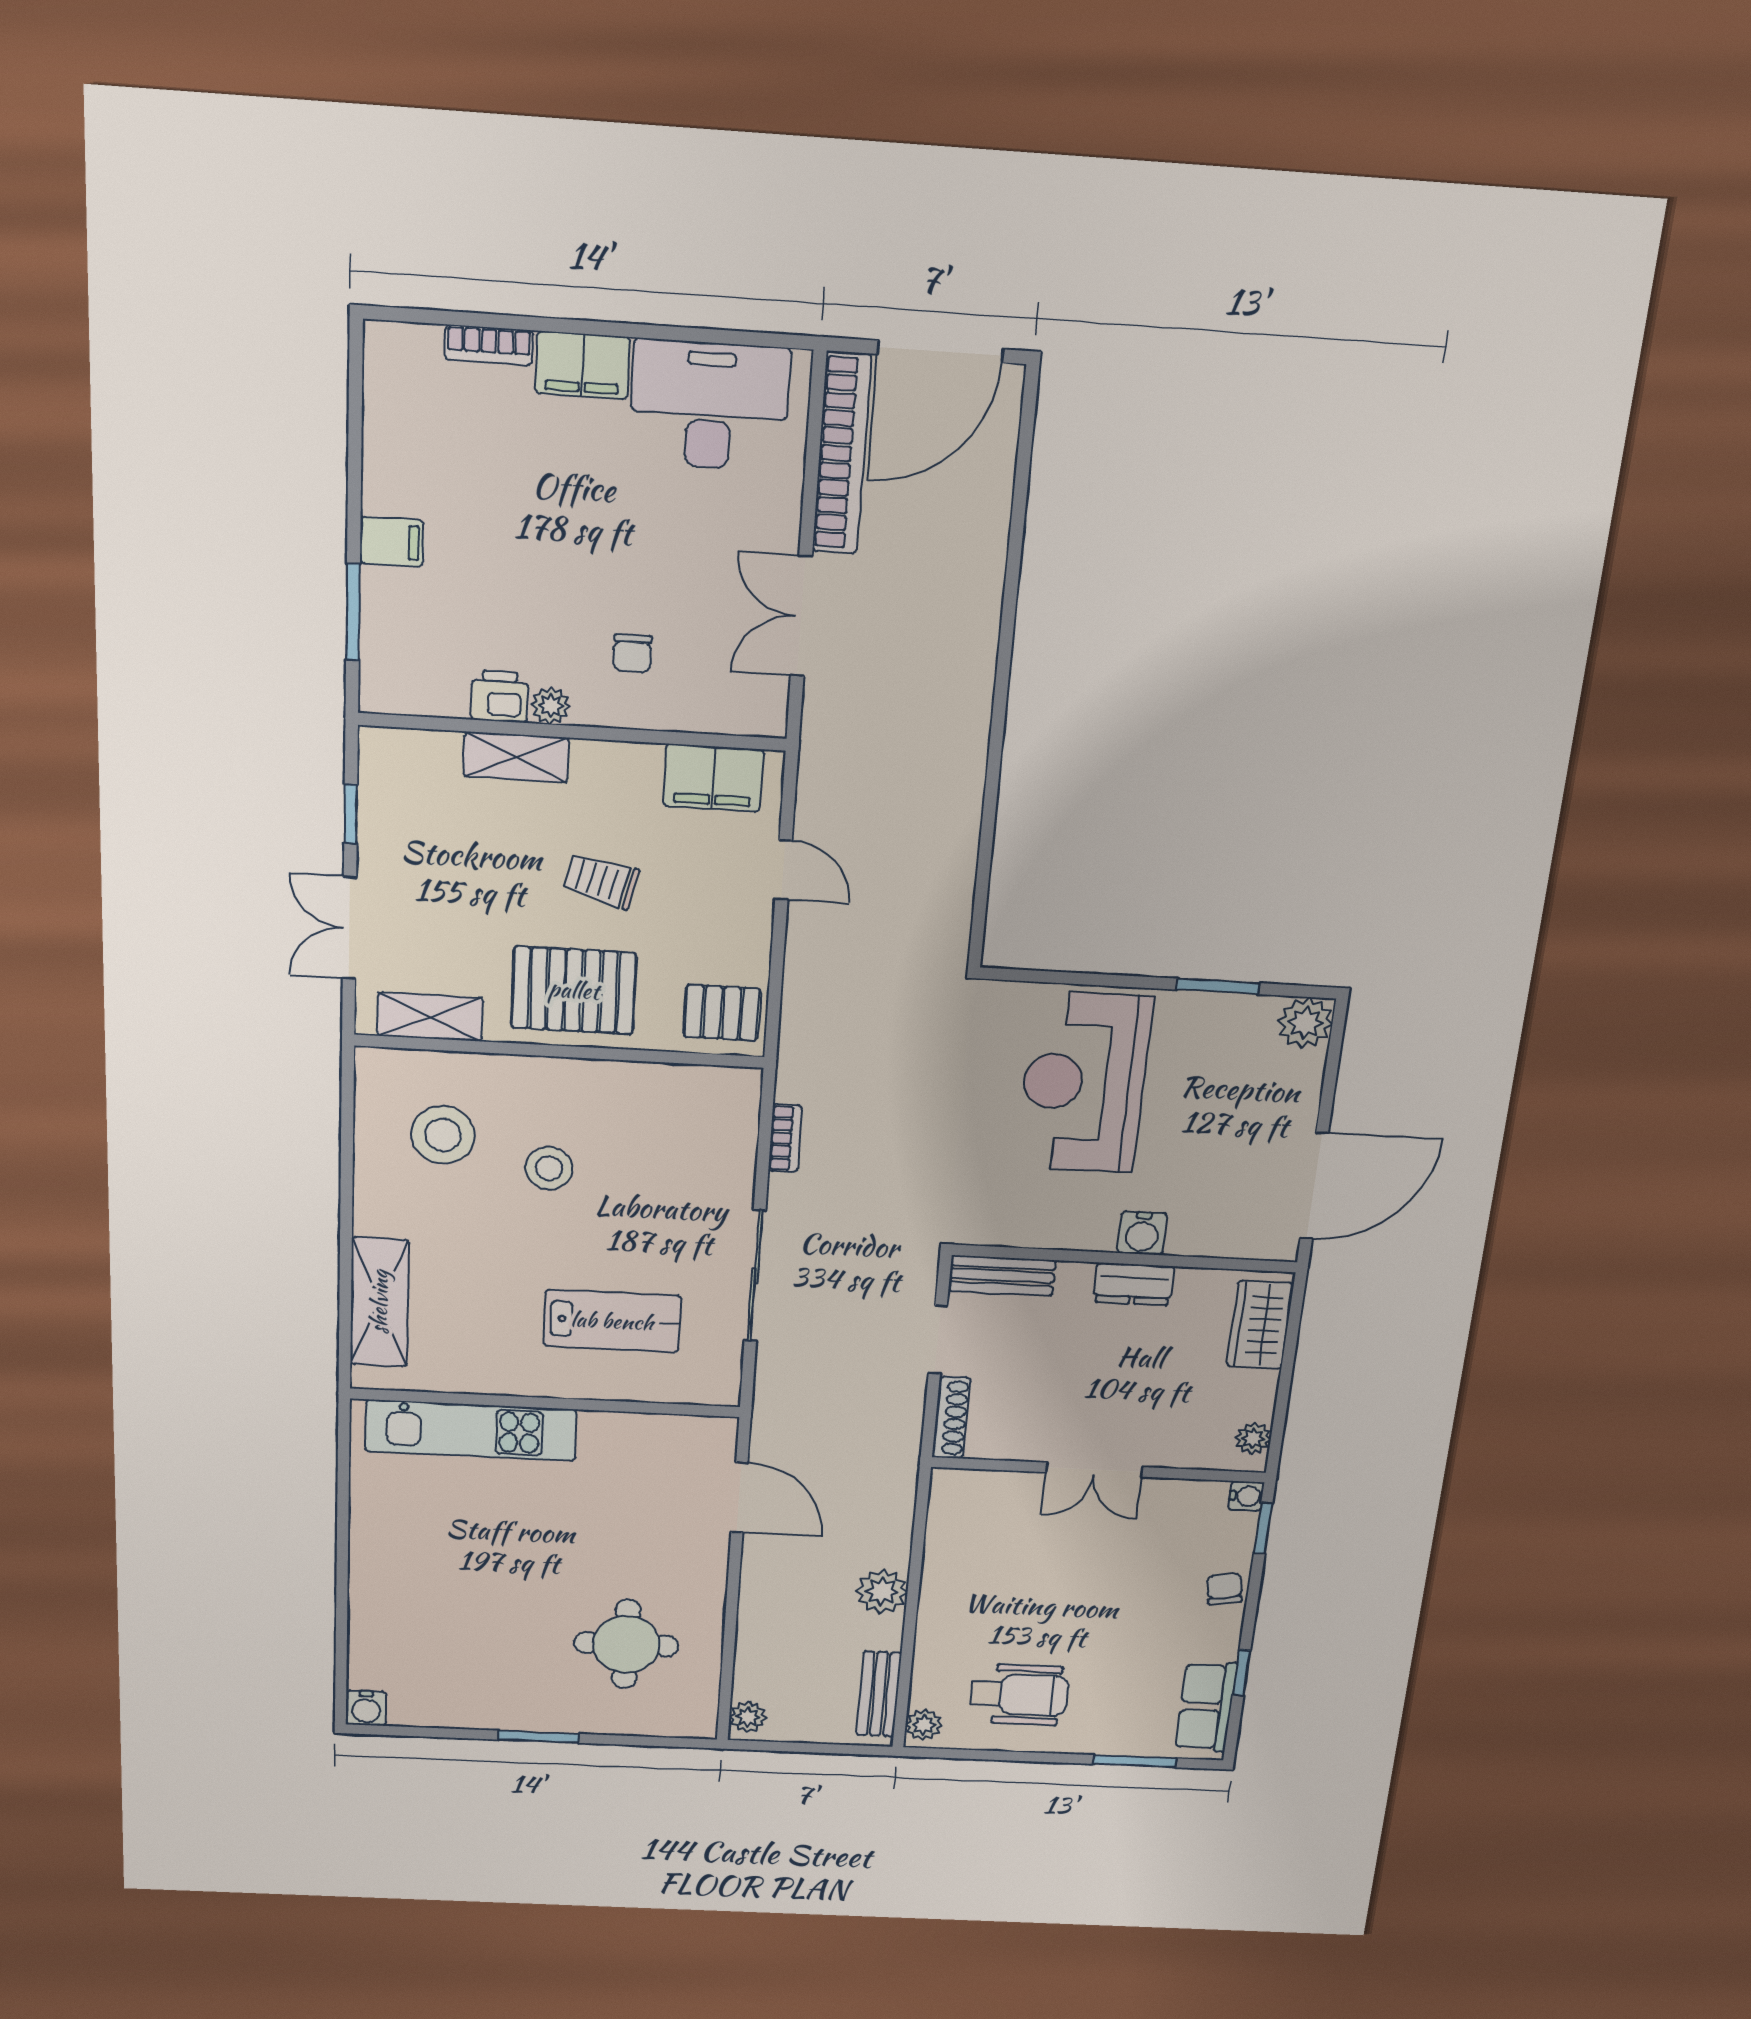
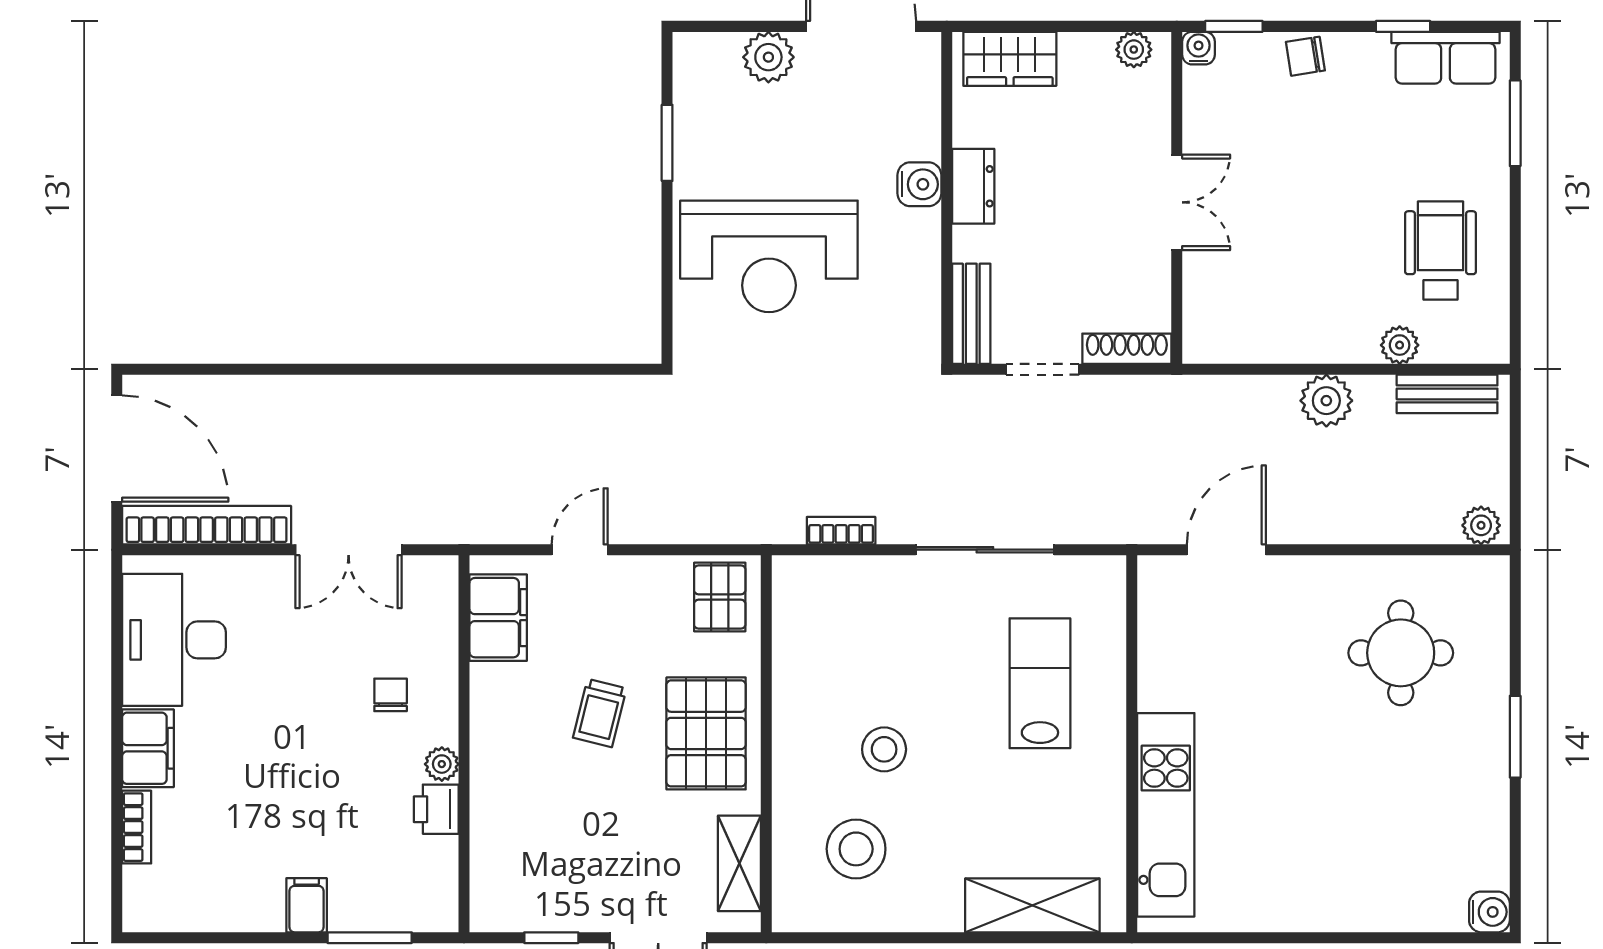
chair: (632, 653) -> (391, 695), turned -90
shelving: (516, 757) -> (490, 793), removed
plant: (1305, 1023) -> (768, 57), moved
plant: (924, 1725) -> (1400, 345), moved

